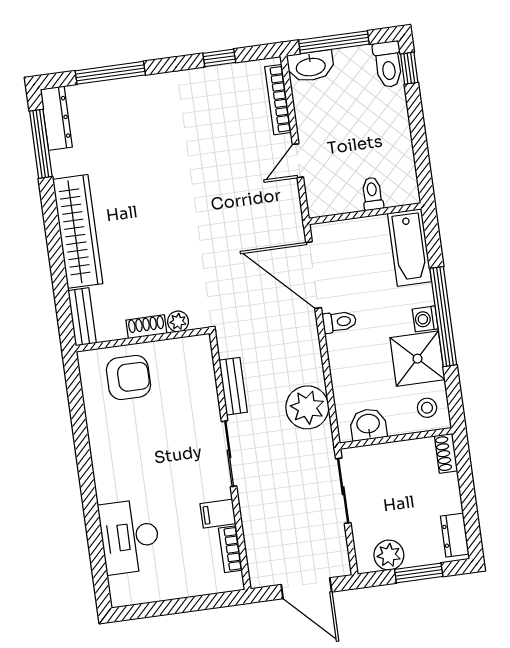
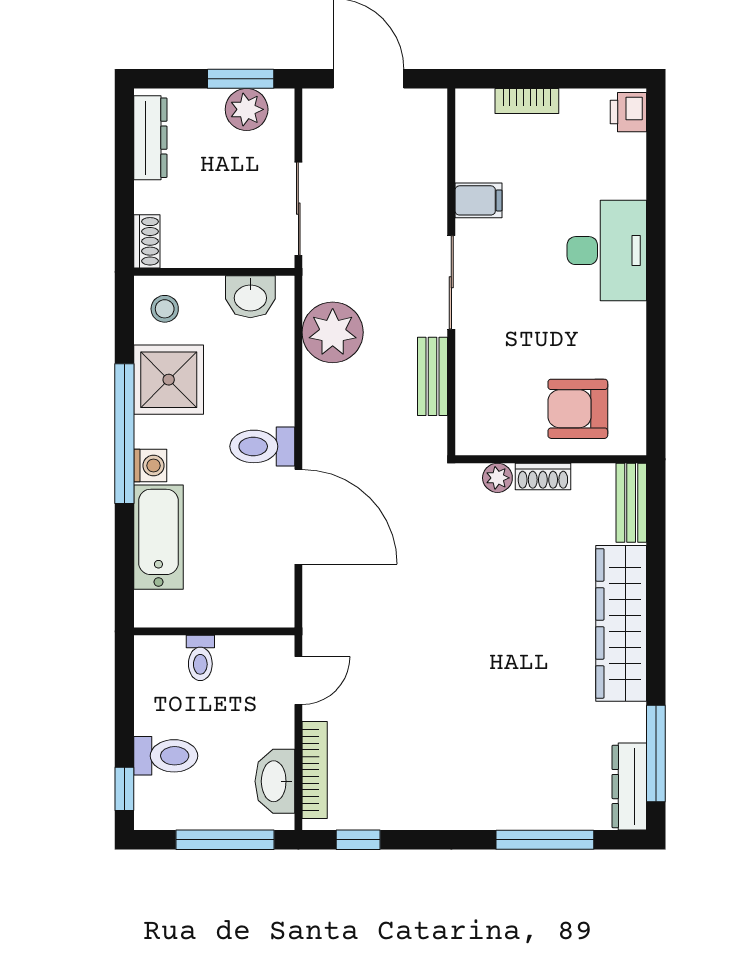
window: (219, 58) -> (358, 840), moved
toilet: (388, 64) -> (166, 756), moved, turned 90
washbasin: (311, 66) -> (275, 781), moved, turned -90
toilet: (372, 194) -> (200, 658), moved
wall: (365, 214) -> (214, 631), moved
washing machine: (425, 319) -> (150, 466), moved
toilet: (339, 322) -> (262, 446), width x1.37, depth x1.39
dresser: (455, 535) -> (150, 138), width x1.44
desk: (130, 537) -> (607, 251), moved
bookcase: (230, 549) -> (527, 101), moved, turned 90
window: (419, 573) -> (241, 79), moved
printer: (122, 590) -> (628, 112), added

